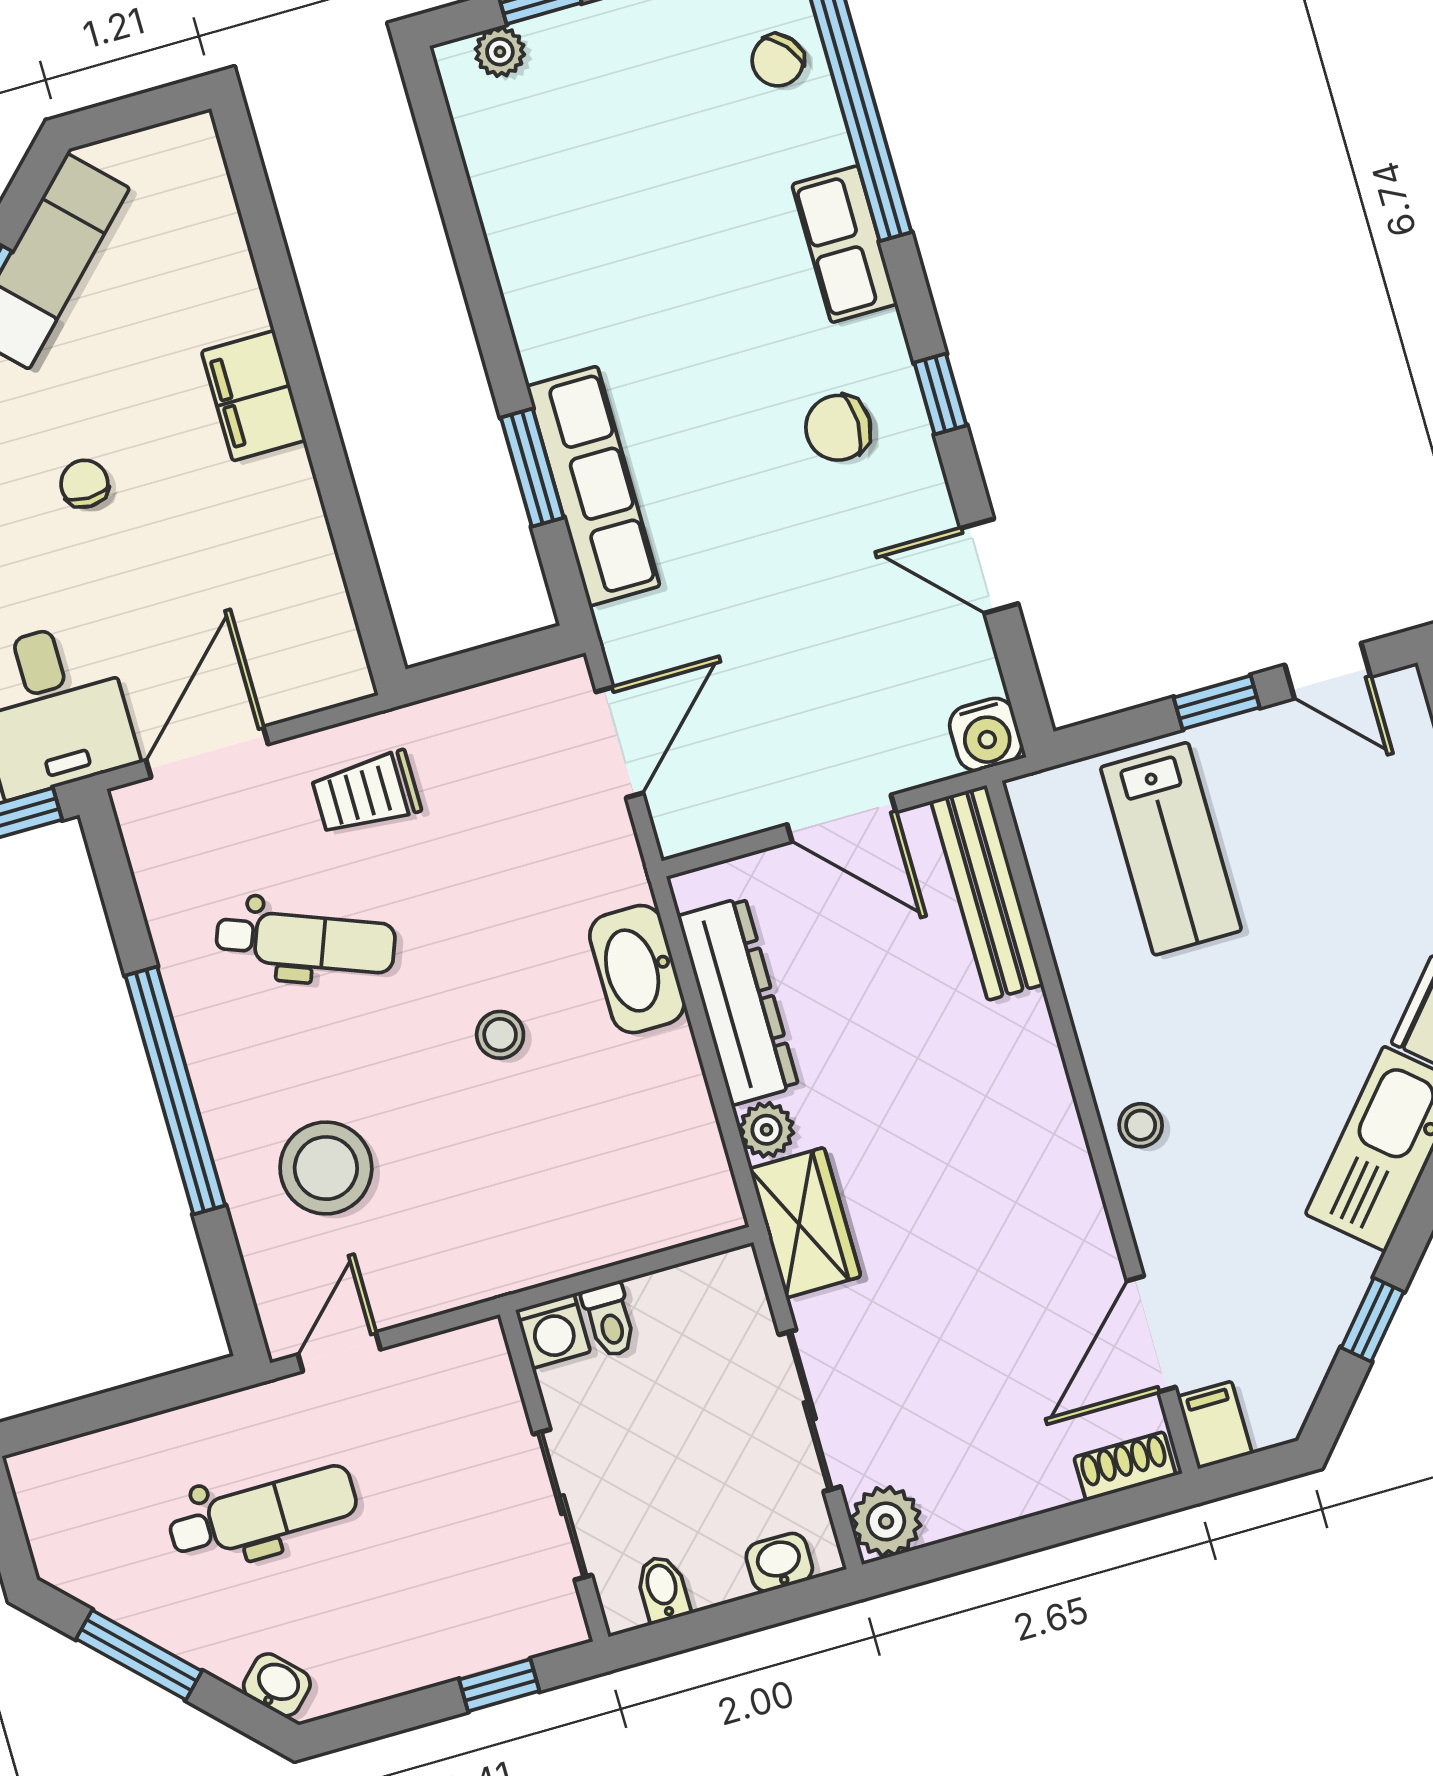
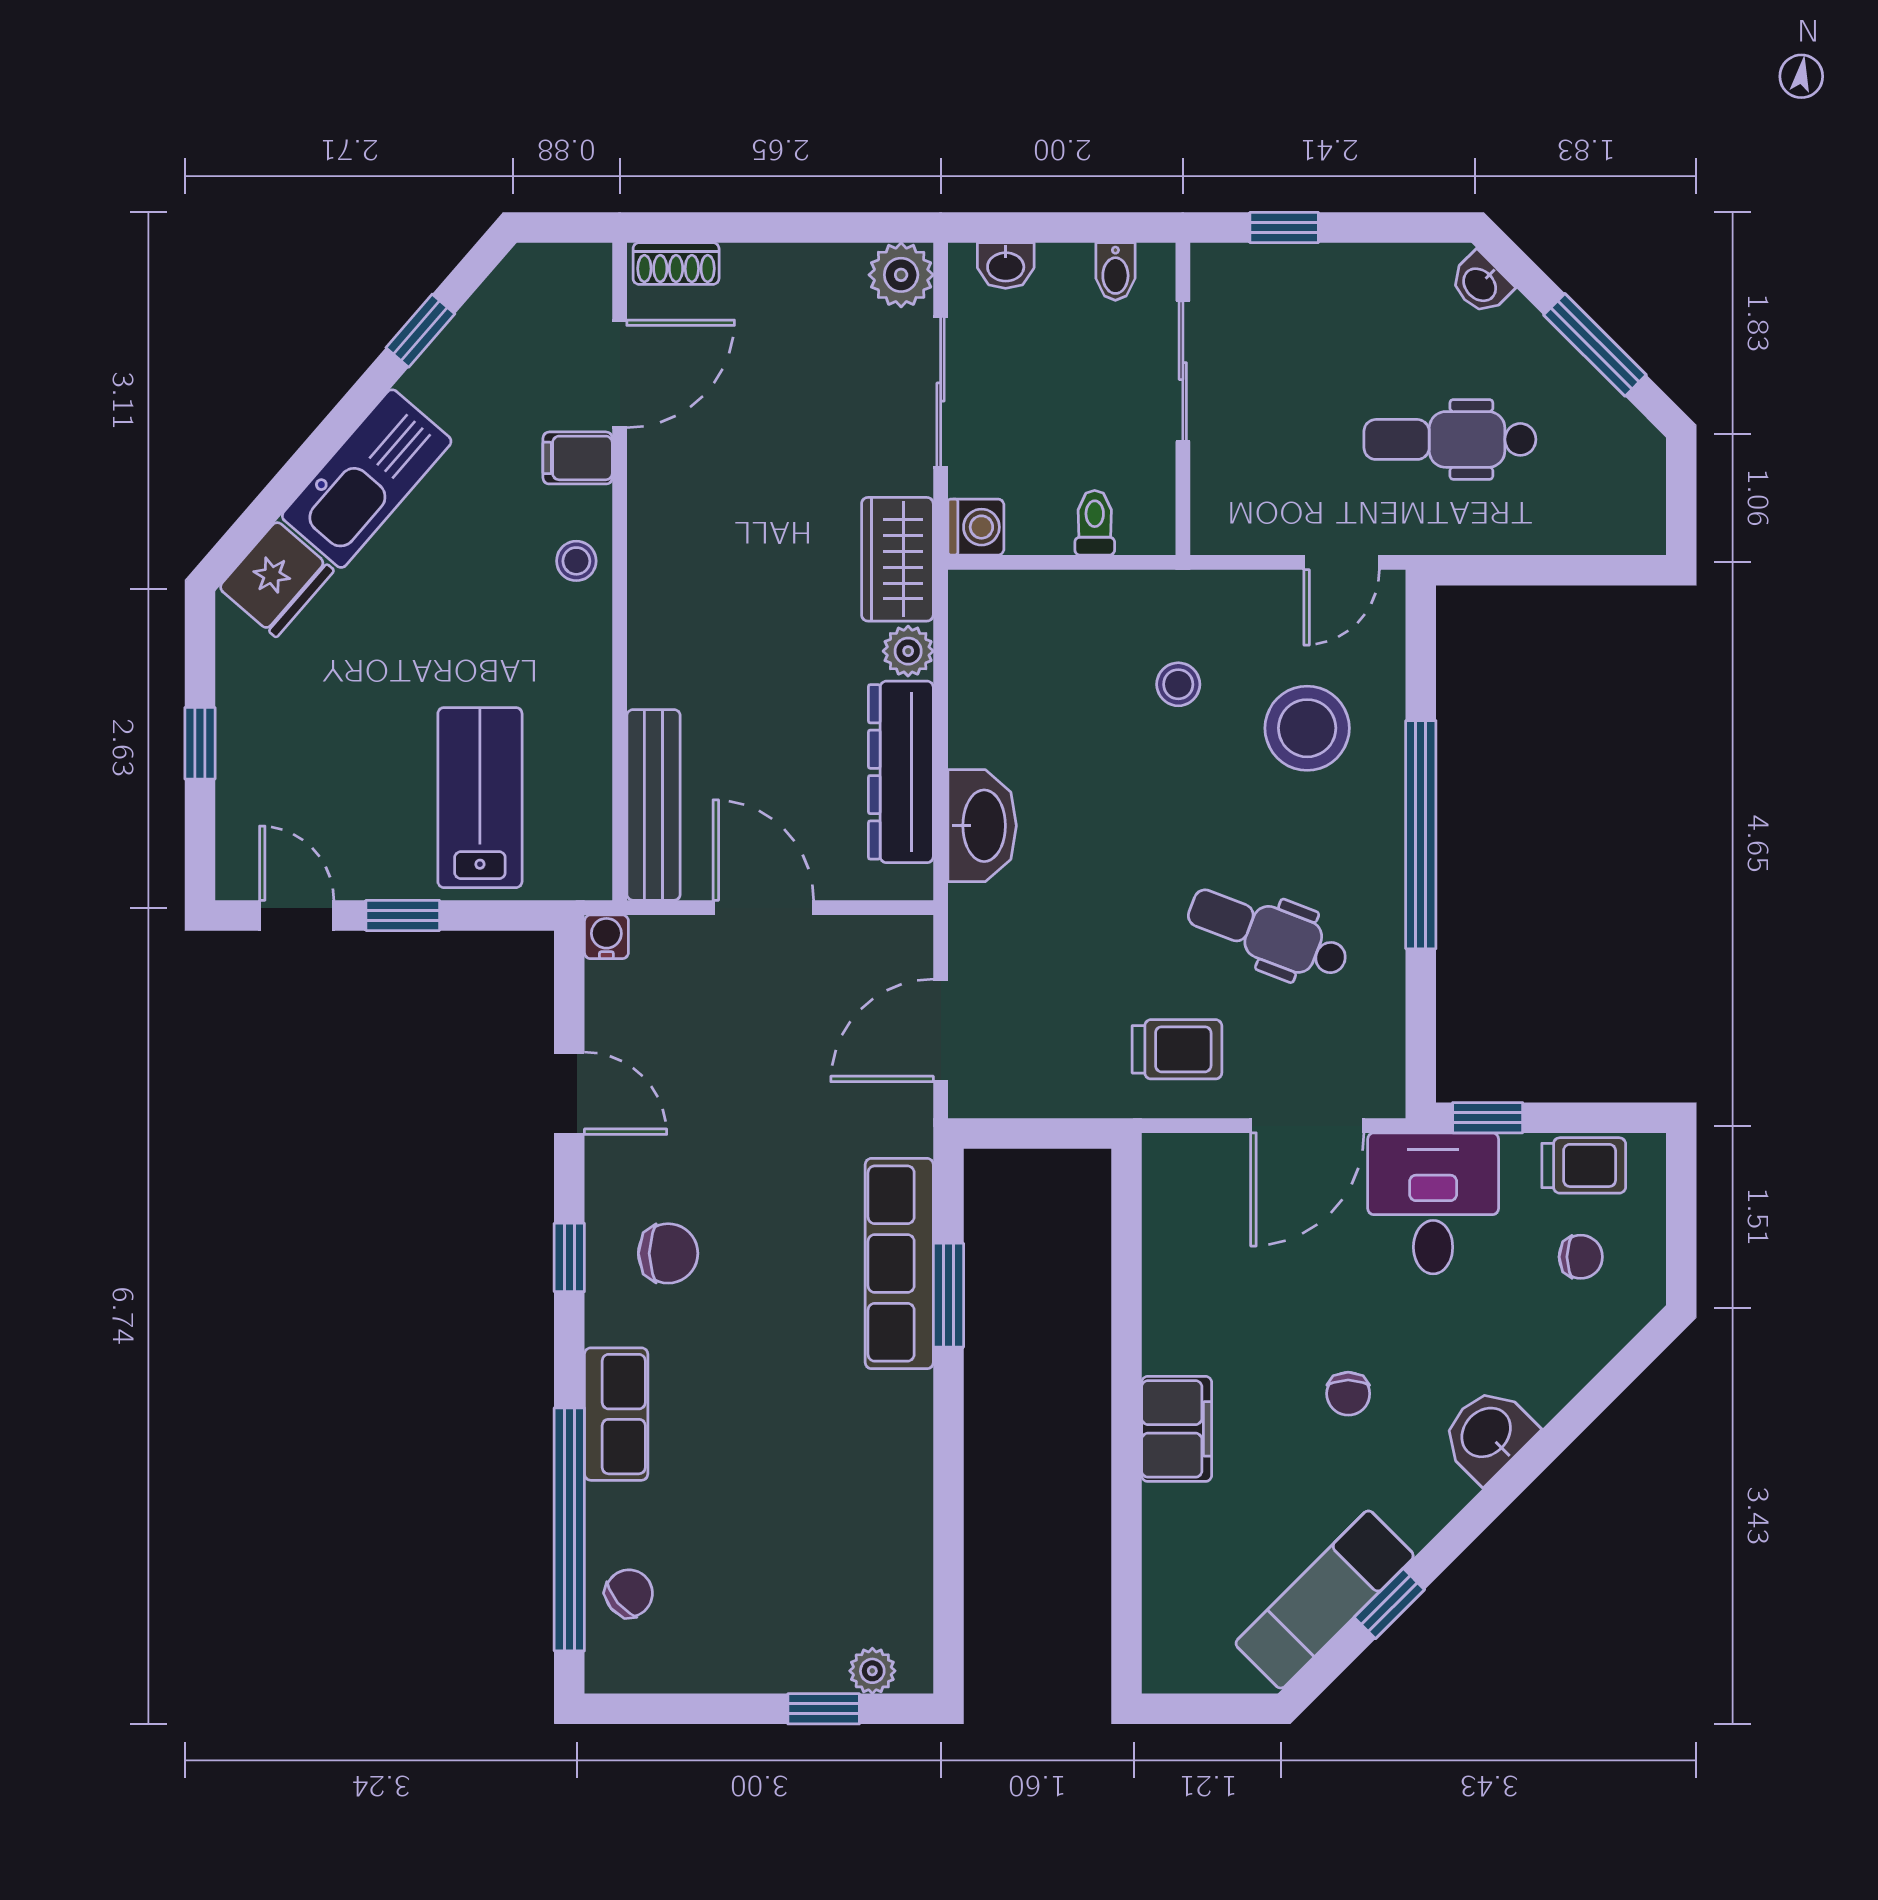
water cooler: (986, 734) -> (606, 937), width x0.72, depth x0.72
stool: (500, 1035) -> (1178, 684), moved
washing machine: (553, 1331) -> (976, 527), moved, turned 90
filing cabinet: (1215, 1425) -> (578, 458), moved, turned 90

